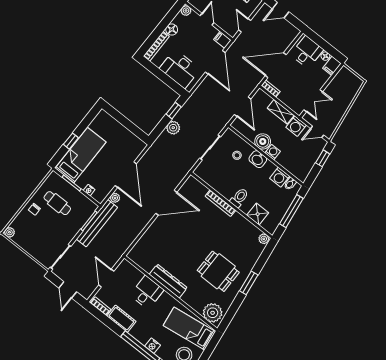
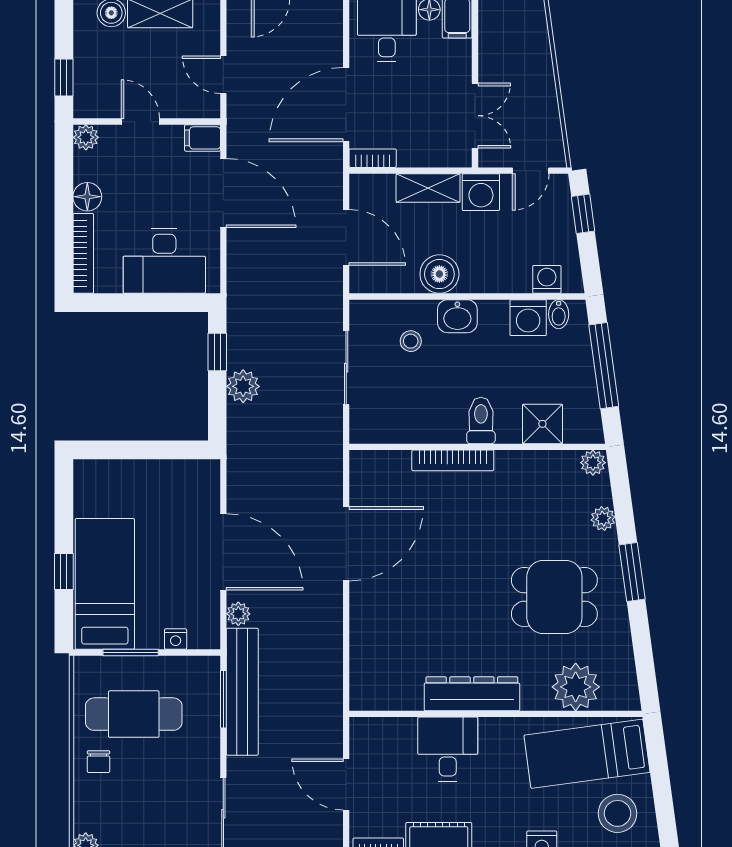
washing machine: (273, 152) -> (547, 279), moved
cafe table: (57, 203) -> (134, 714), width x1.37, depth x1.35
plant: (253, 259) -> (603, 519), added
plant: (213, 313) -> (576, 687), moved

